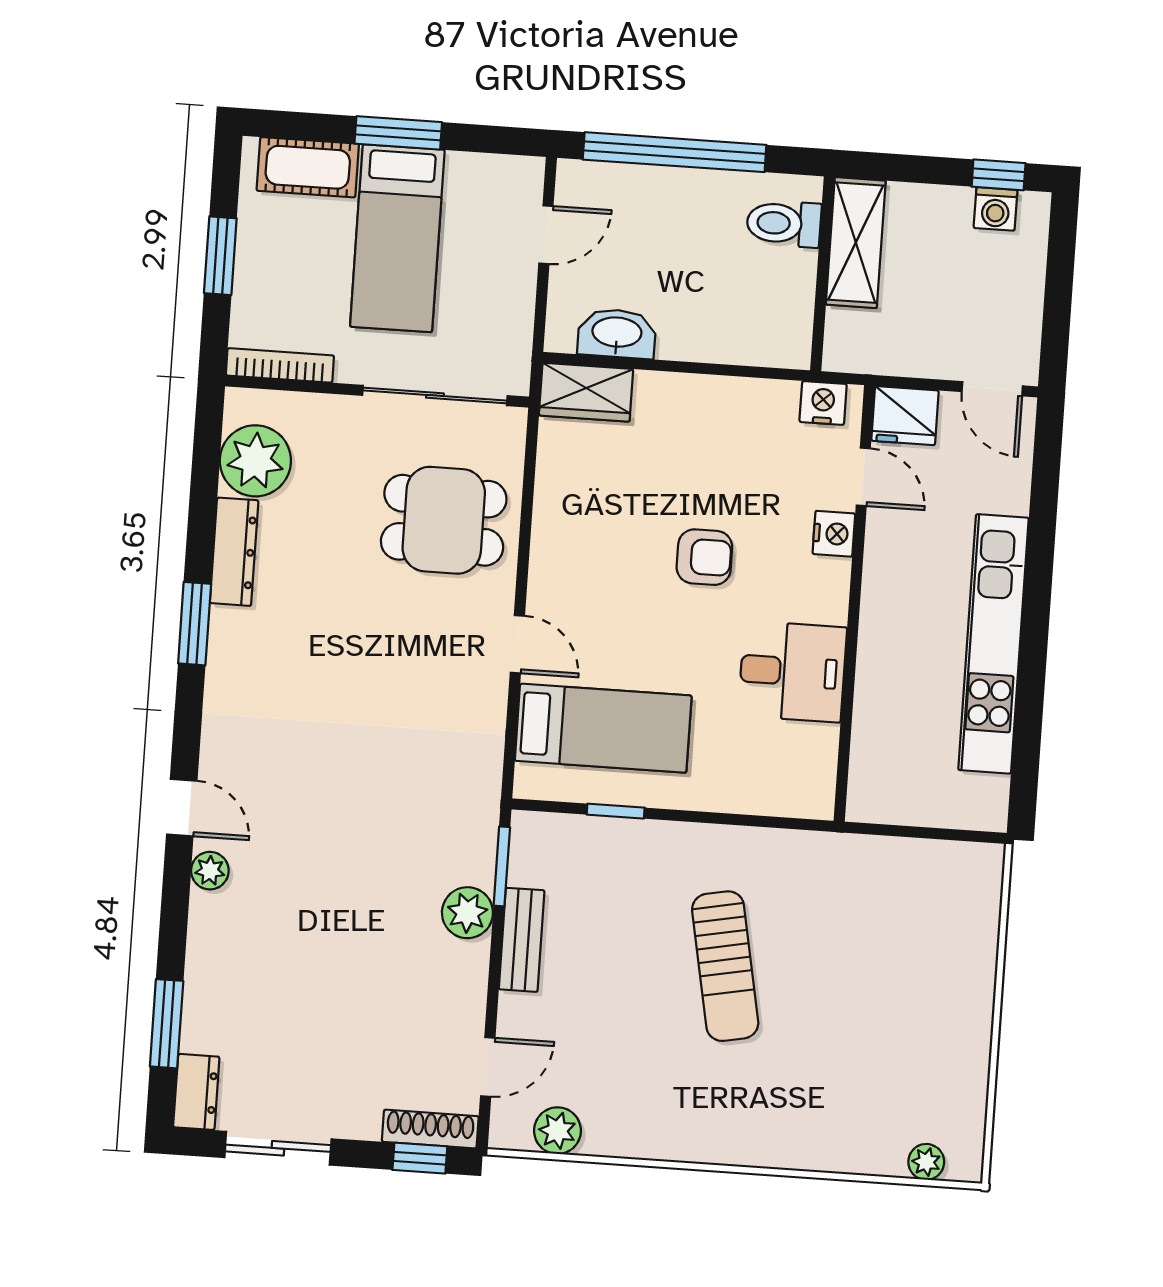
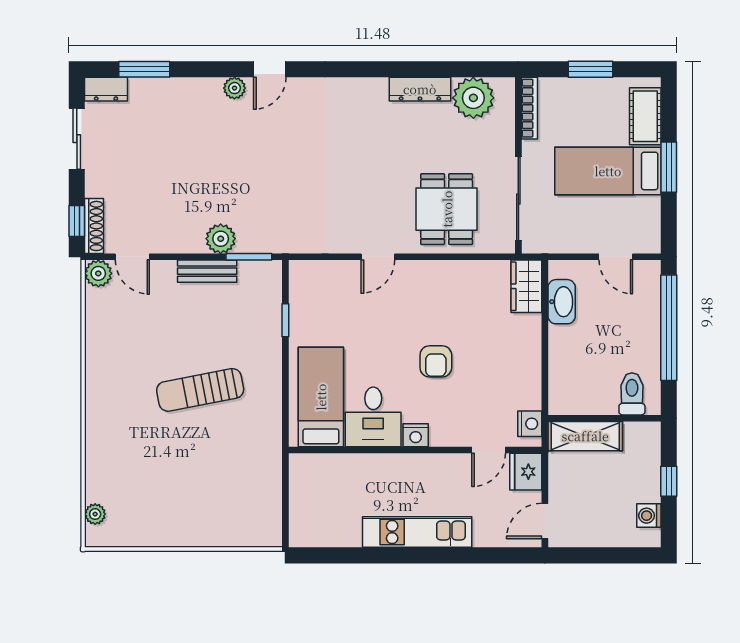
window: (999, 175) -> (669, 481), moved
shelving: (856, 243) -> (585, 436), moved
nightstand: (834, 534) -> (416, 435), moved
window: (195, 624) -> (377, 69), removed
kitchen unit: (993, 644) -> (417, 532), width x0.73
bed: (603, 728) -> (321, 397), moved, turned 180
plant: (557, 1131) -> (98, 273), moved

